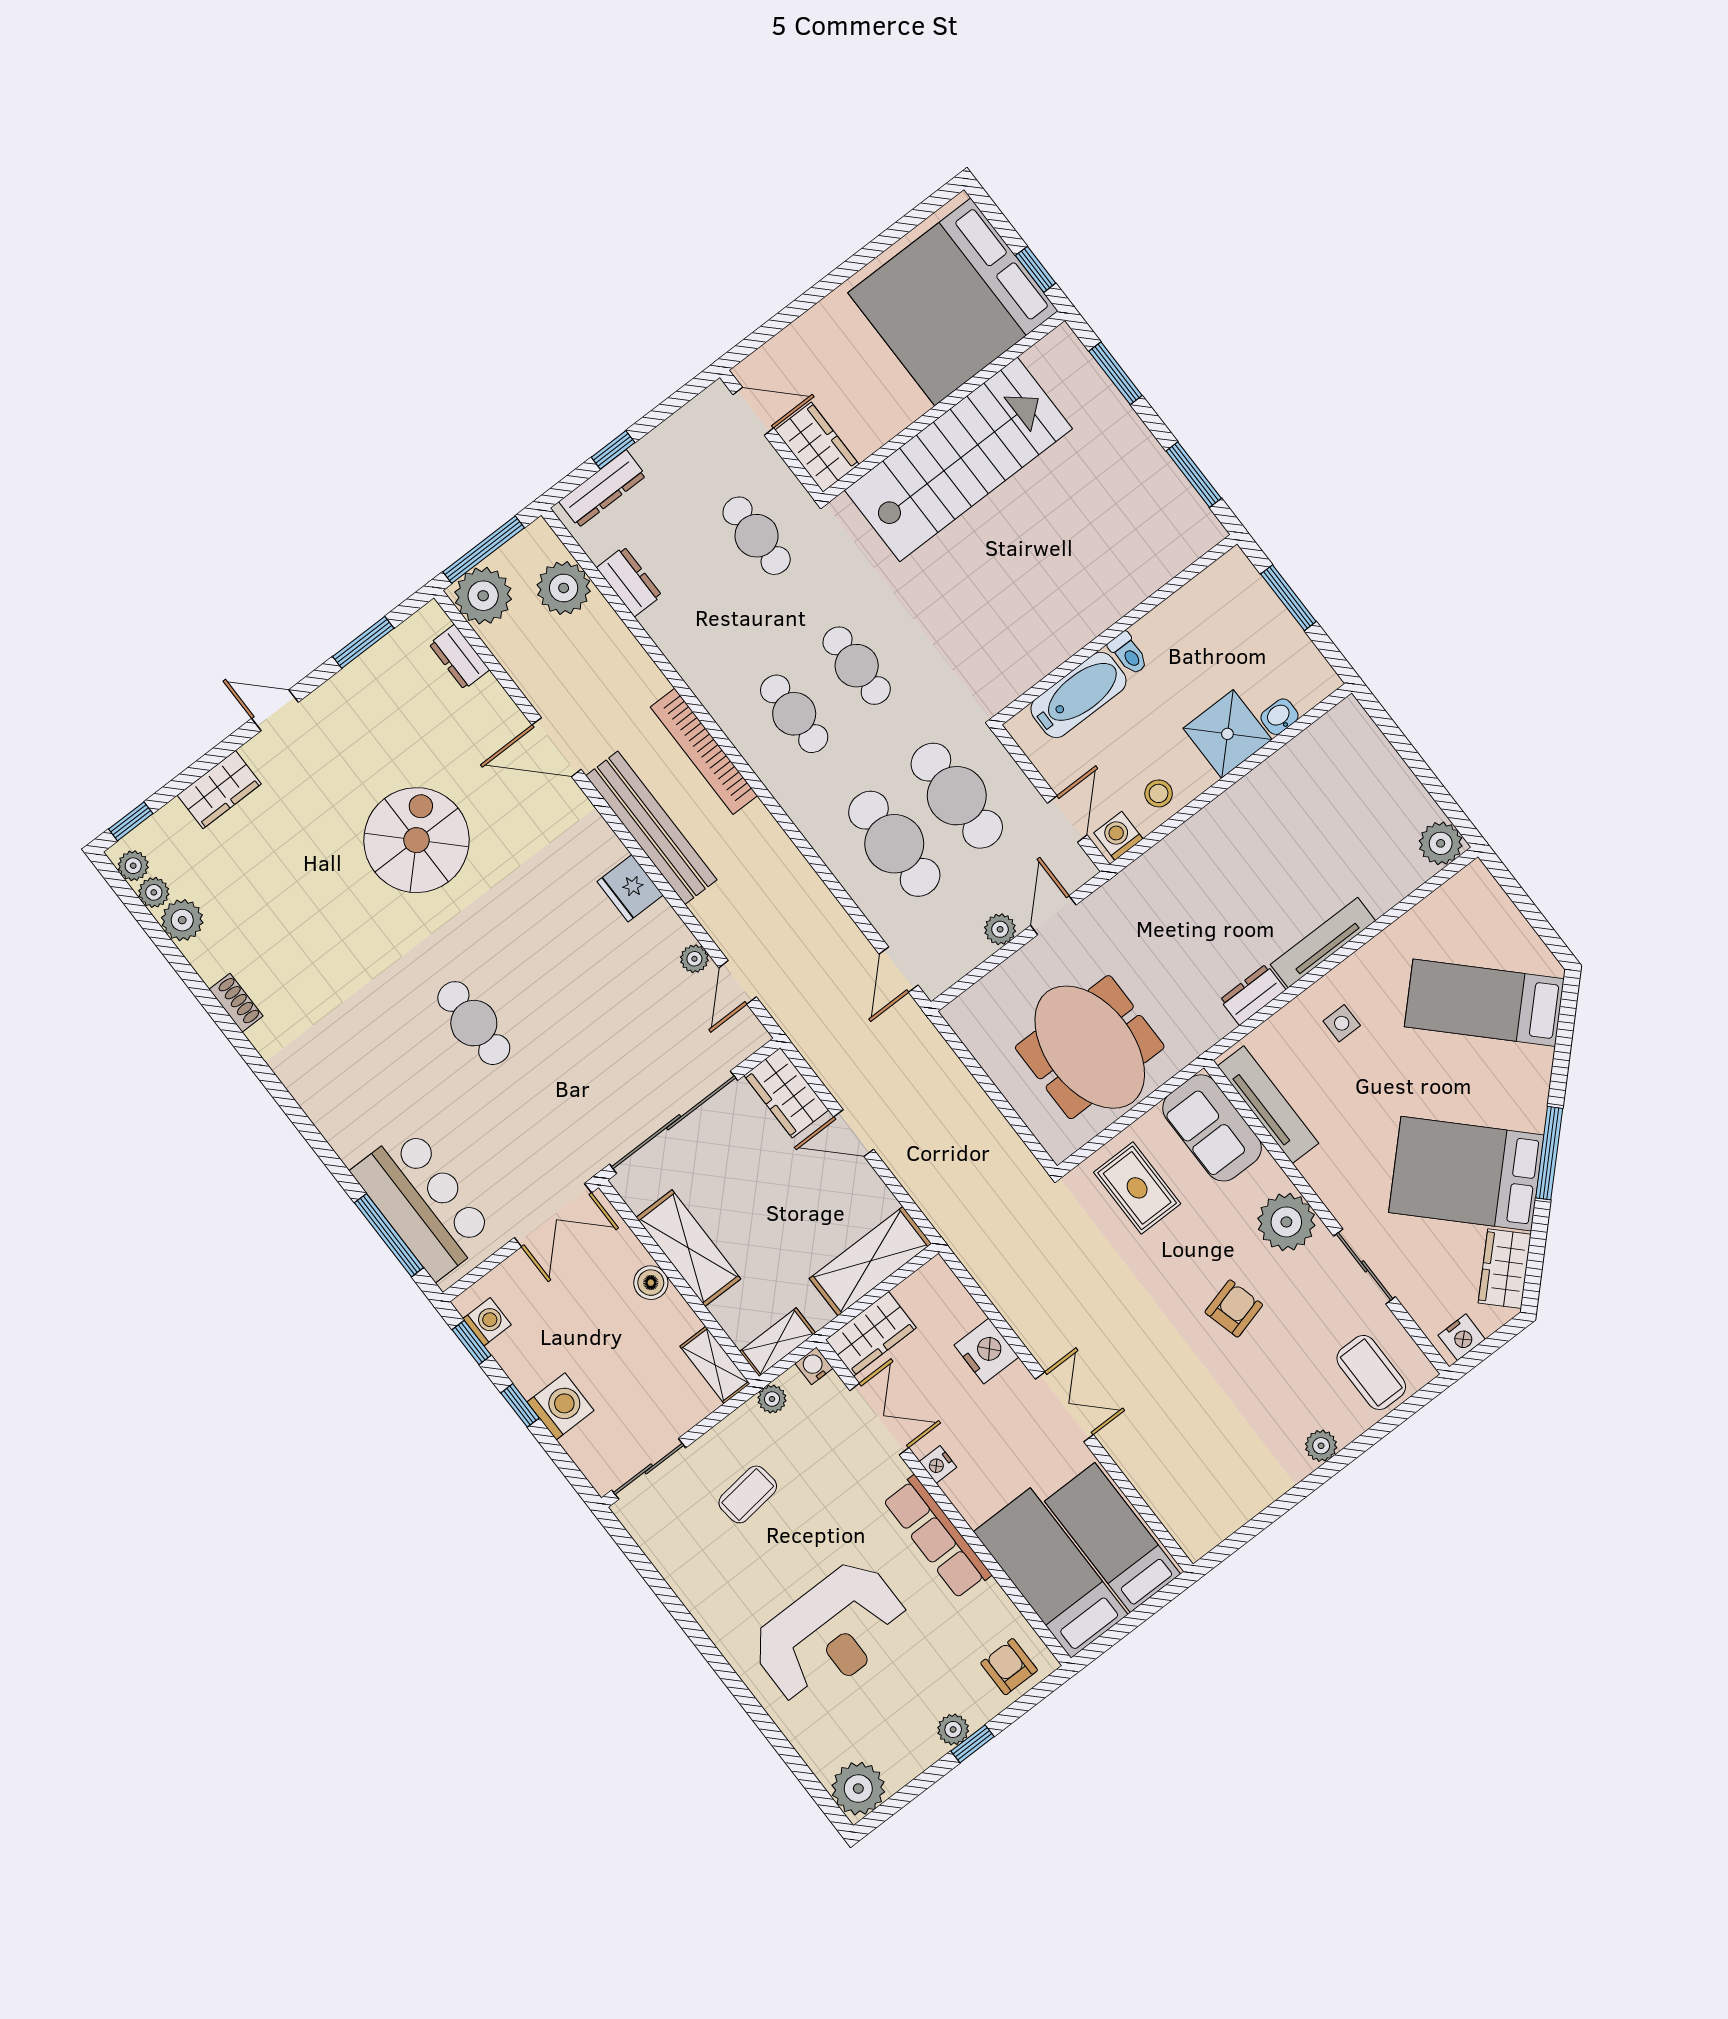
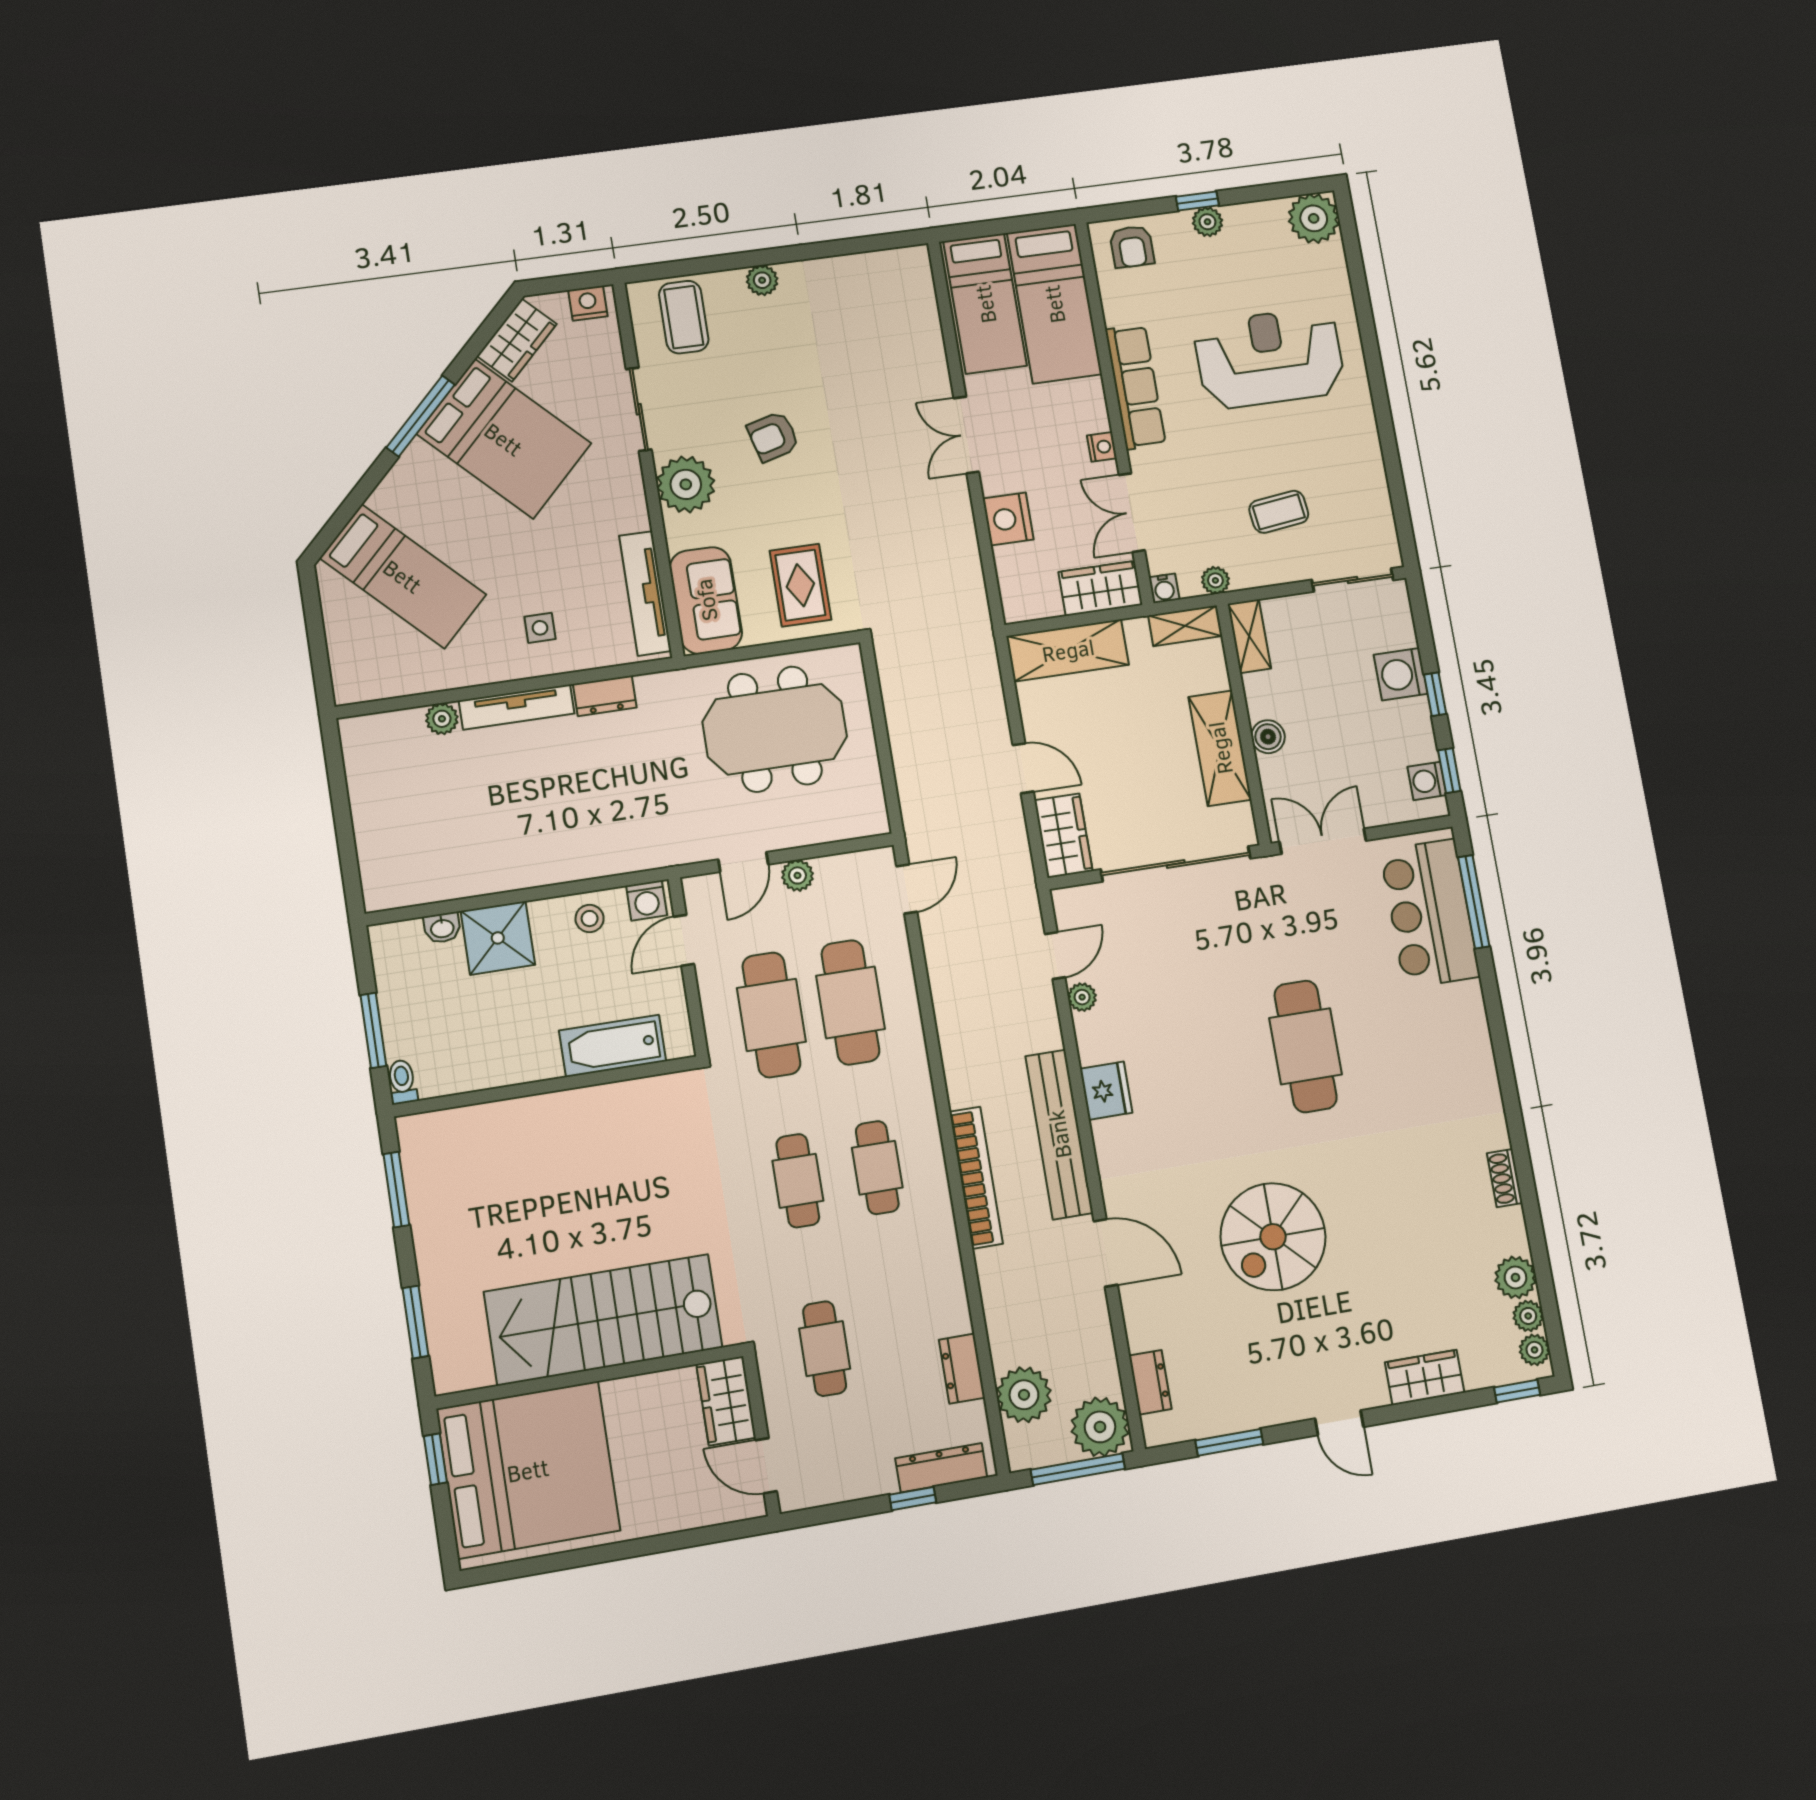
toilet: (1128, 653) -> (402, 1082), moved
plant: (1441, 843) -> (442, 719), moved, width x0.73, depth x0.73
cafe table: (474, 1023) -> (1306, 1046), width x1.37, depth x1.35
meeting table: (1090, 1047) -> (775, 729), turned 90

